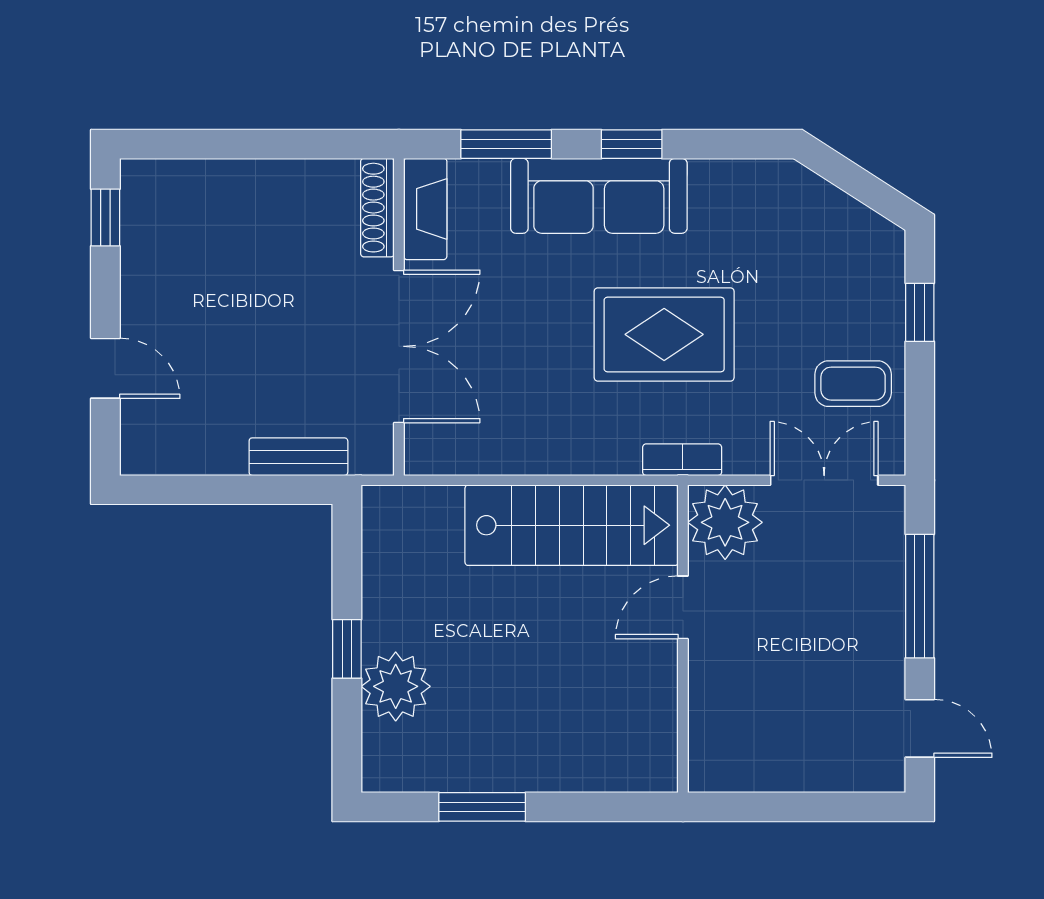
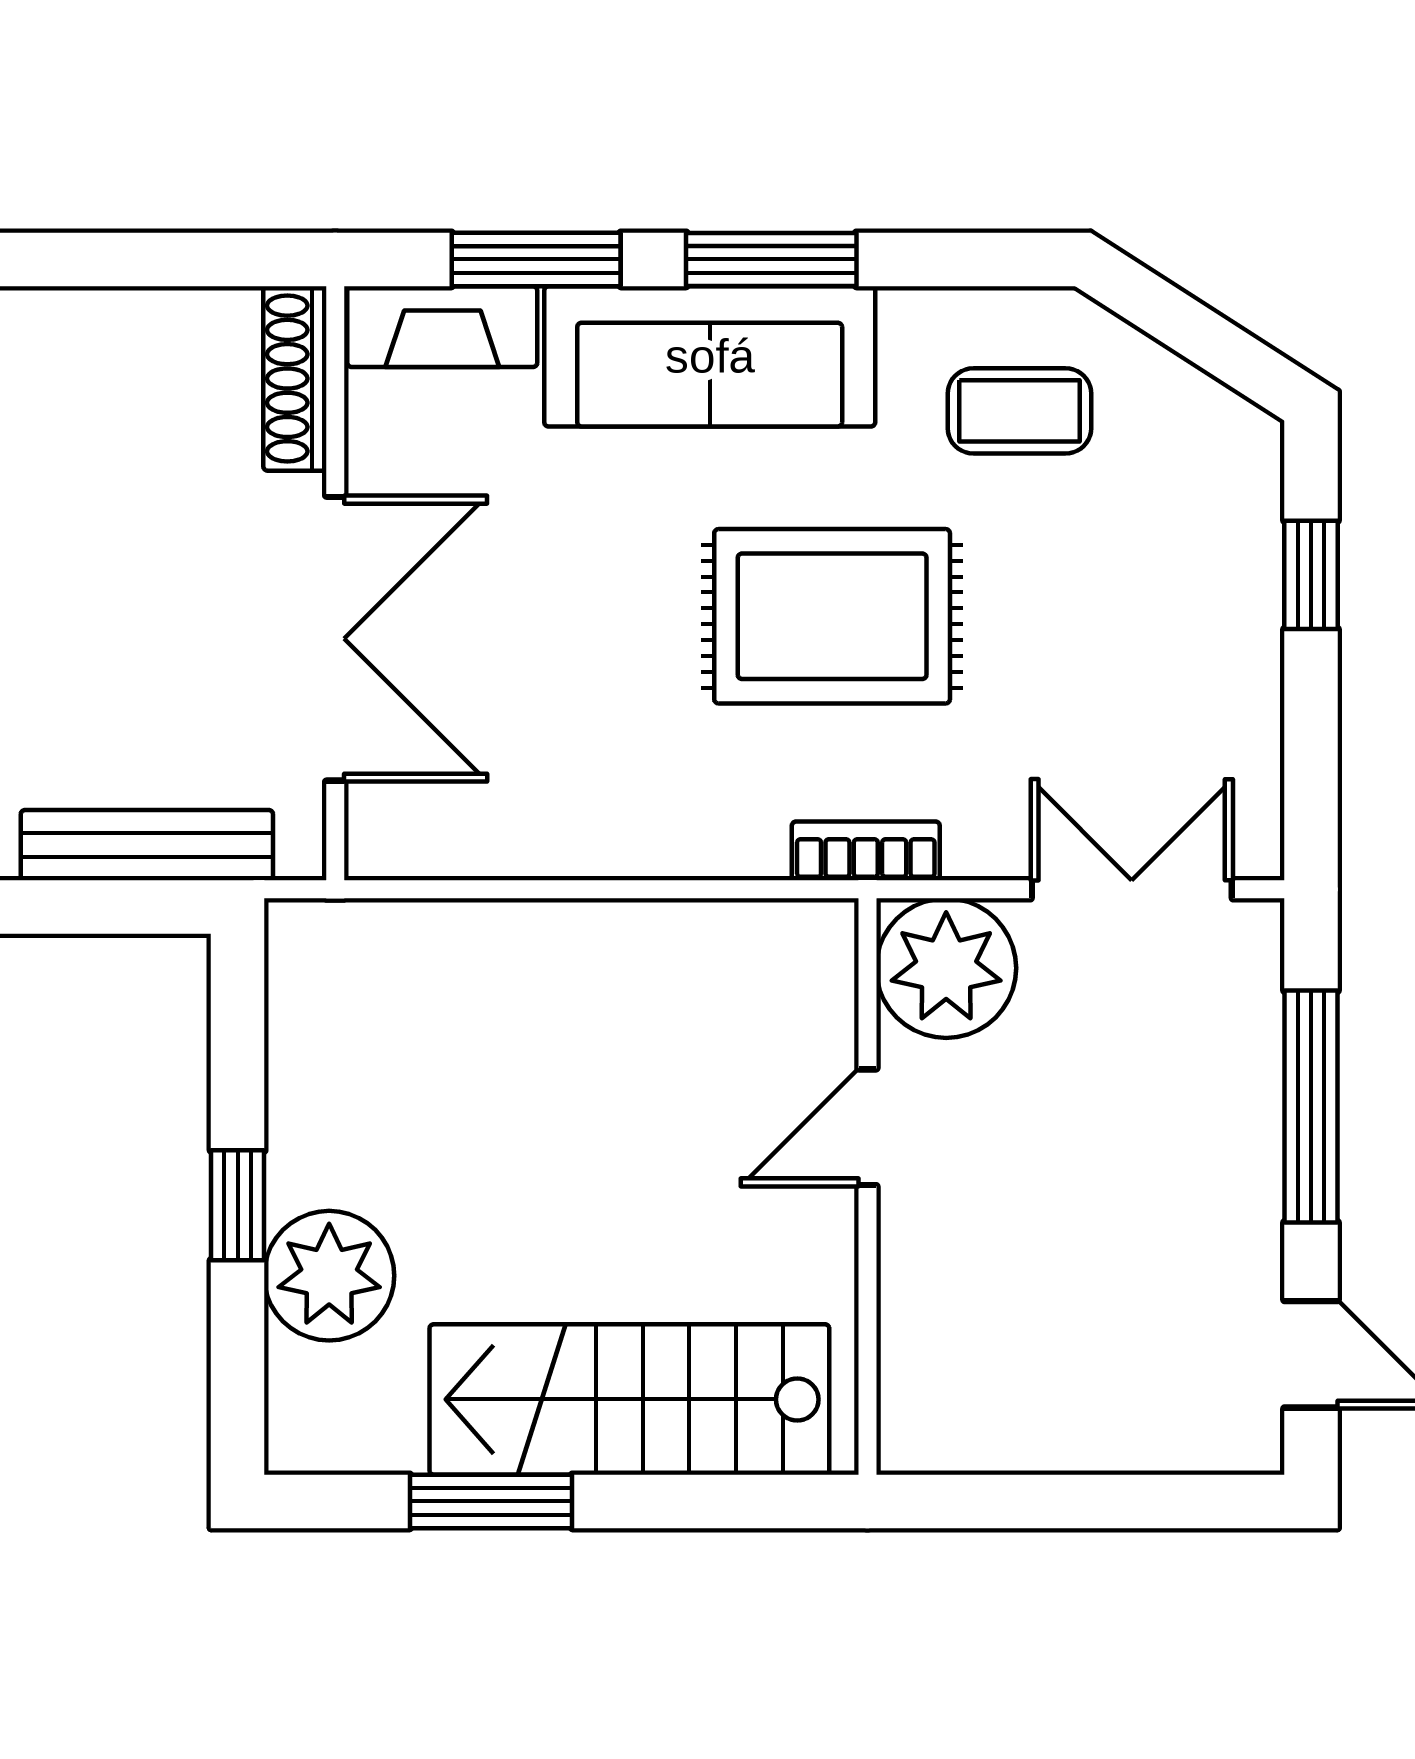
window: (632, 144) -> (771, 259), width x1.50
fireplace: (425, 209) -> (442, 327), moved, turned 90
coffee table: (853, 384) -> (1019, 411), moved
bench: (298, 457) -> (147, 845), width x1.36
stairs: (572, 525) -> (629, 1399), moved, turned 180

